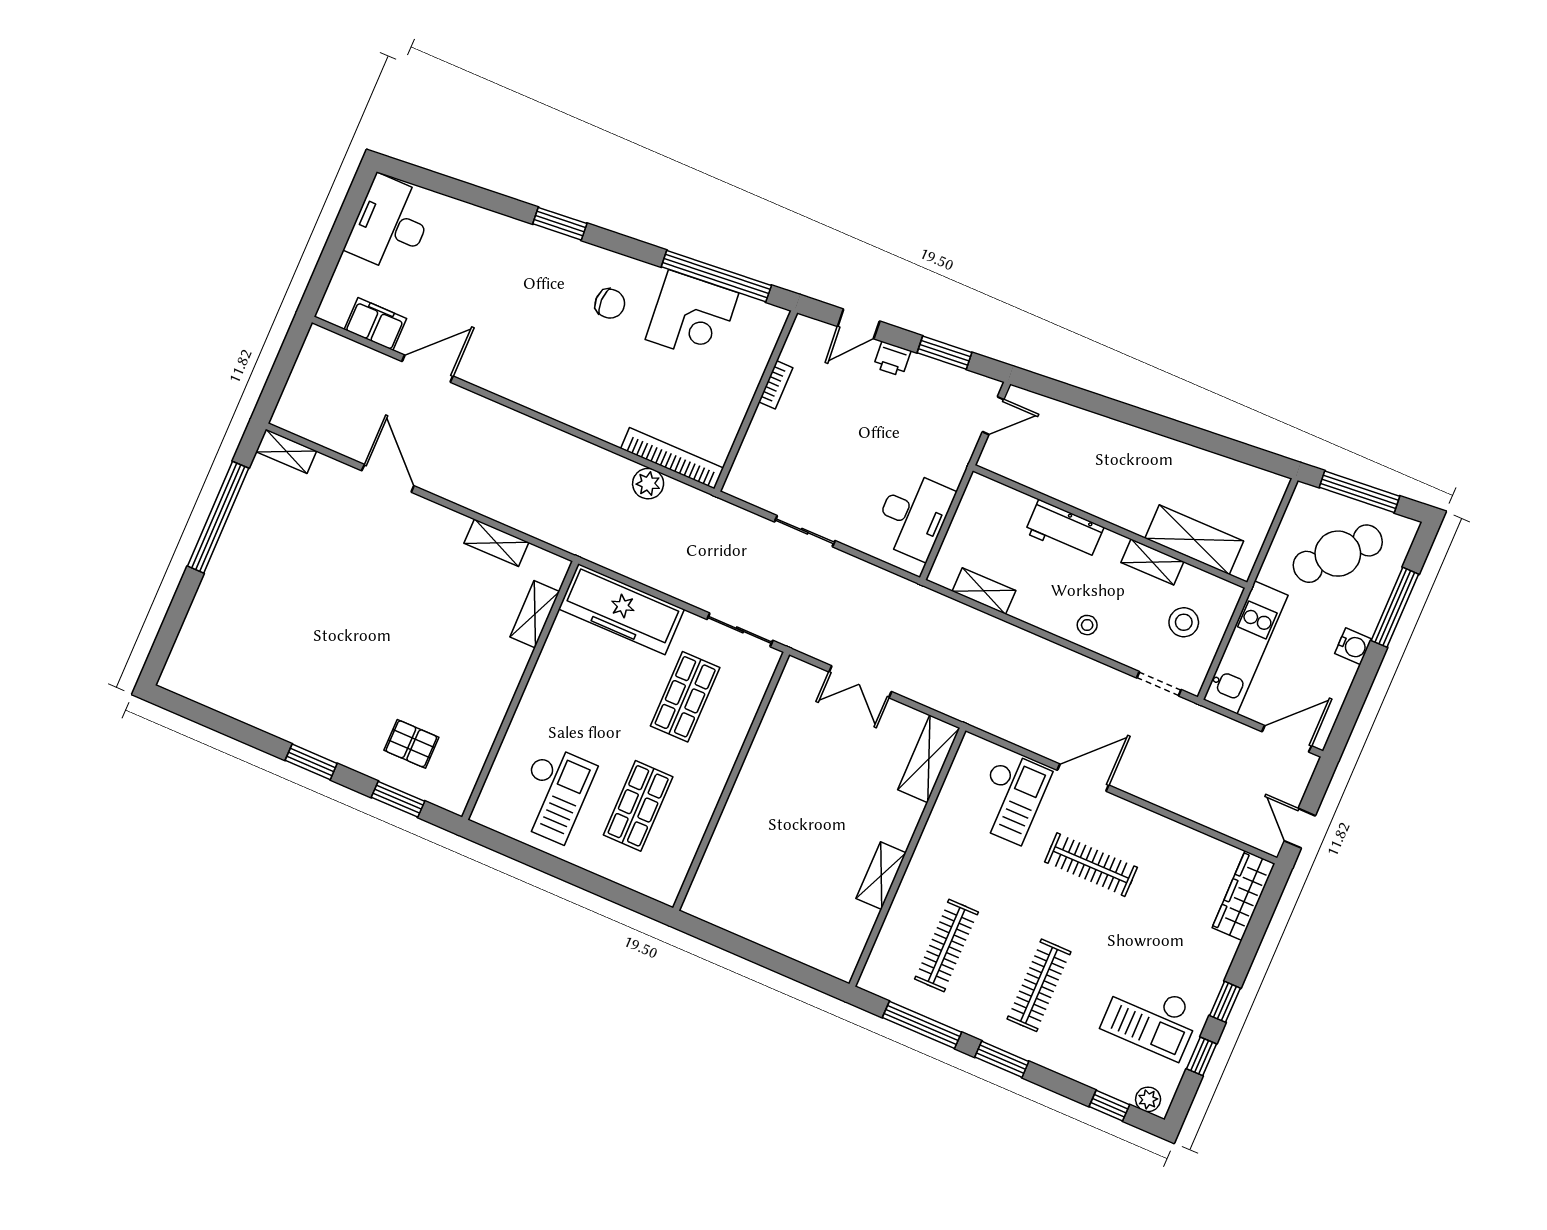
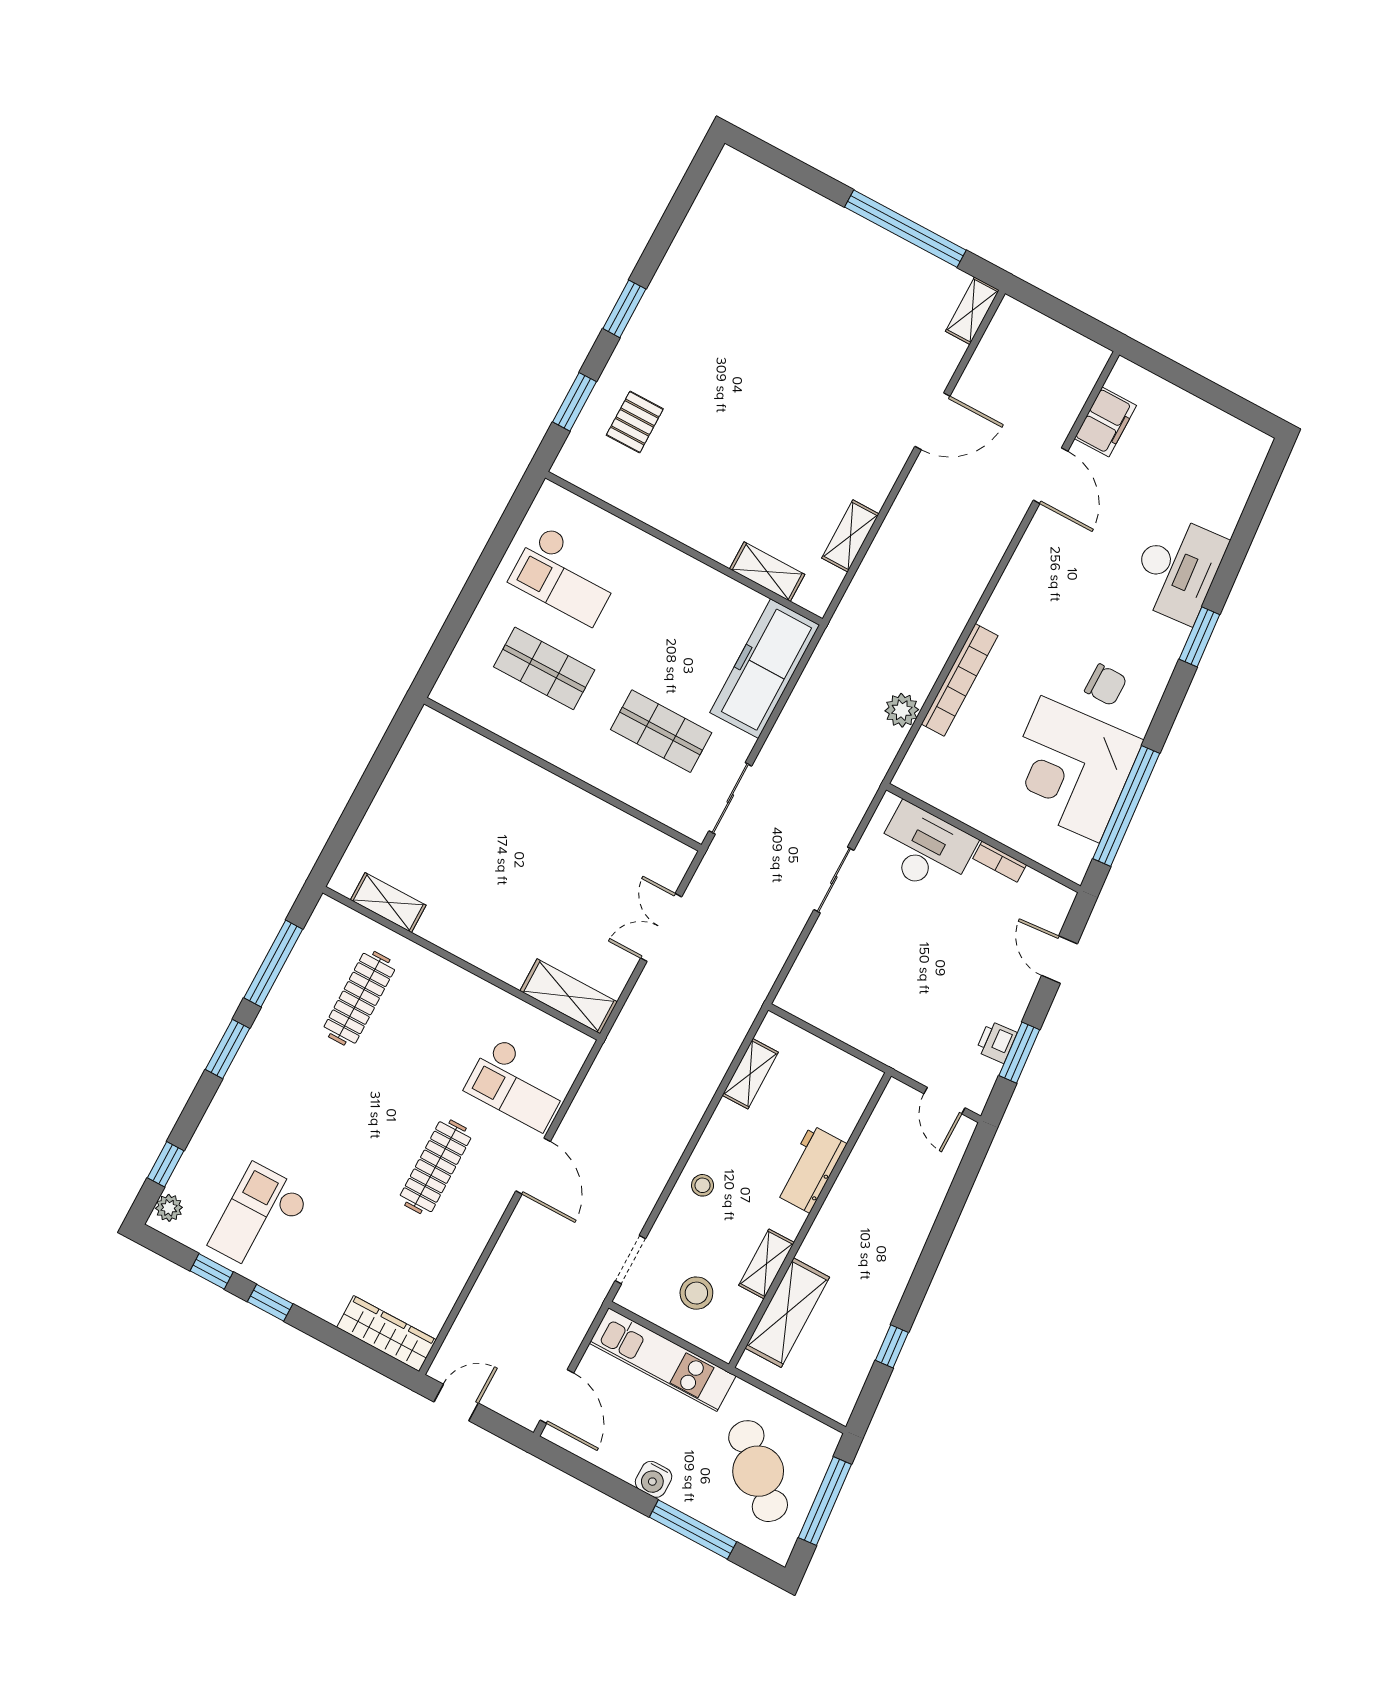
desk: (390, 224) -> (1177, 569), moved, turned 85
chair: (610, 304) -> (1106, 685), turned -90
corner desk: (692, 316) -> (1070, 769), width x1.36, depth x1.36
printer: (892, 359) -> (996, 1042), moved
window: (1216, 444) -> (892, 1346), added
bookcase: (672, 458) -> (960, 680), moved
desk: (914, 515) -> (925, 849), moved, turned 180
shelving: (881, 876) -> (388, 903), moved
clothes rail: (946, 946) -> (359, 998), turned 90
clothes rail: (1039, 985) -> (306, 1097), removed

